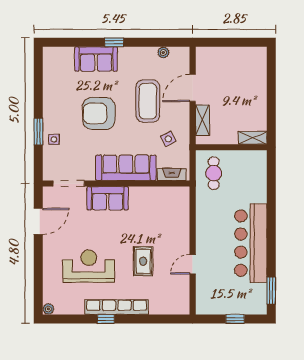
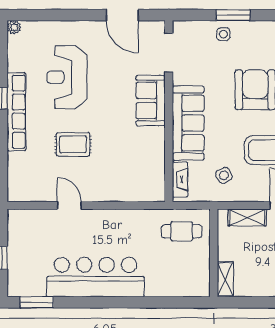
reception desk: (89, 266) -> (67, 77), turned 180

